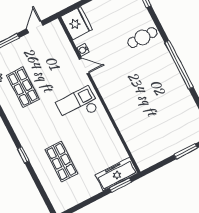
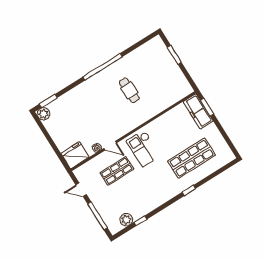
cafe table: (142, 38) -> (129, 90), moved
door: (84, 66) -> (110, 146), swing flipped
shop shelf: (23, 87) -> (117, 171), moved
shop shelf: (61, 161) -> (192, 158), width x1.43, depth x1.36

